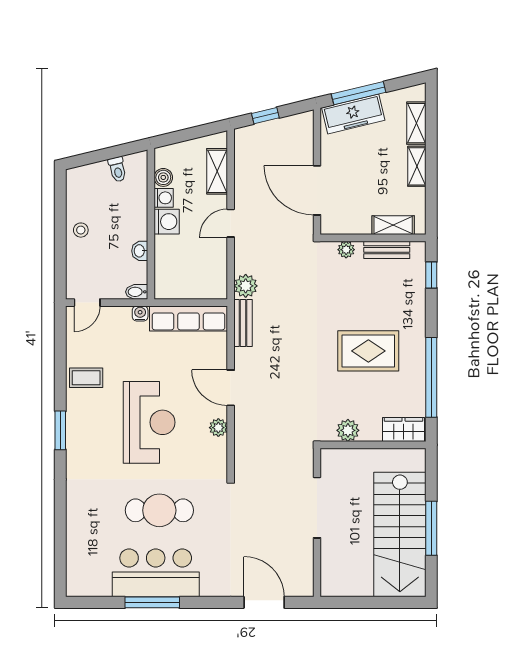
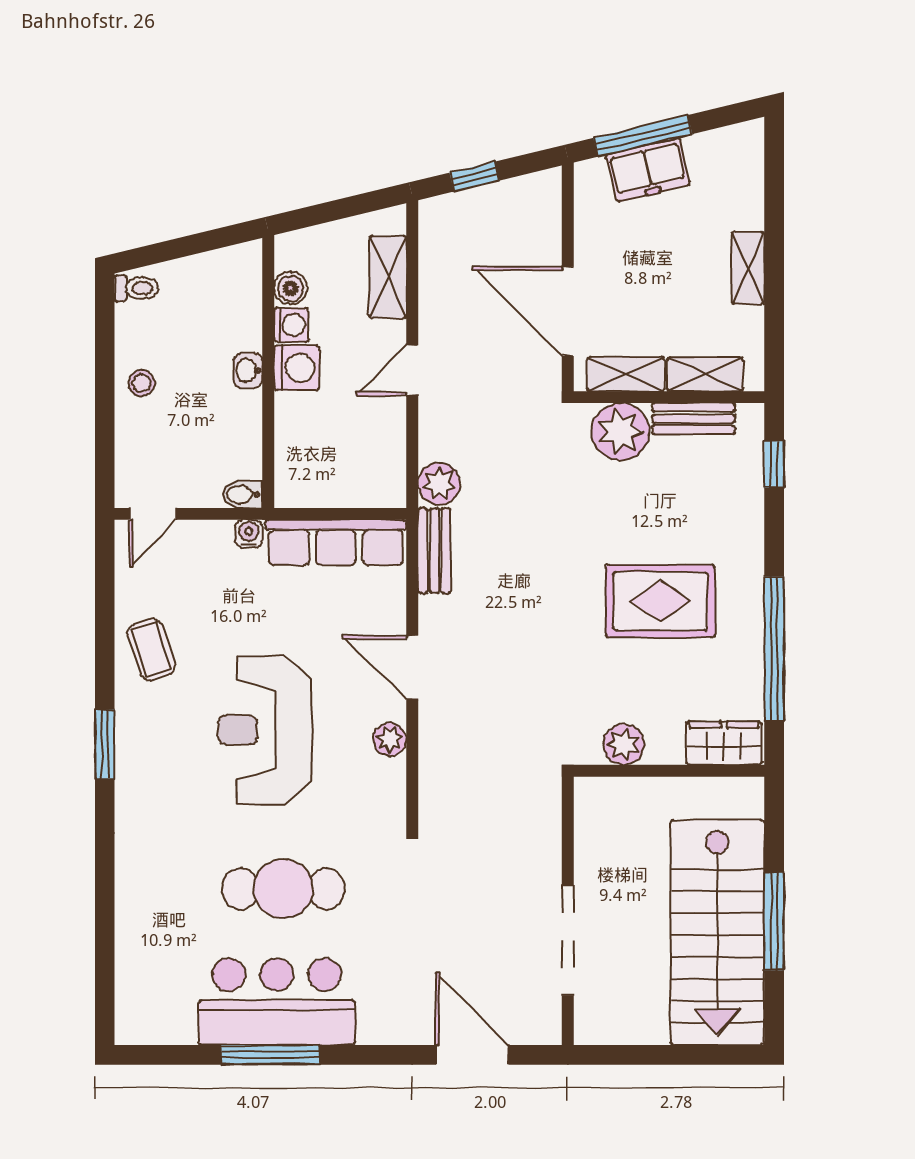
freezer: (353, 114) -> (648, 170), width x0.71
shelving: (416, 123) -> (626, 374), moved, turned 90
toilet: (117, 169) -> (136, 288), moved, turned -76
plant: (346, 250) -> (620, 432), width x1.88, depth x1.88
washbasin: (140, 251) -> (248, 370), moved
coffee table: (86, 378) -> (151, 649), turned 71
reception desk: (149, 422) -> (265, 730), turned 180
doorway: (317, 508) -> (568, 940), moved

